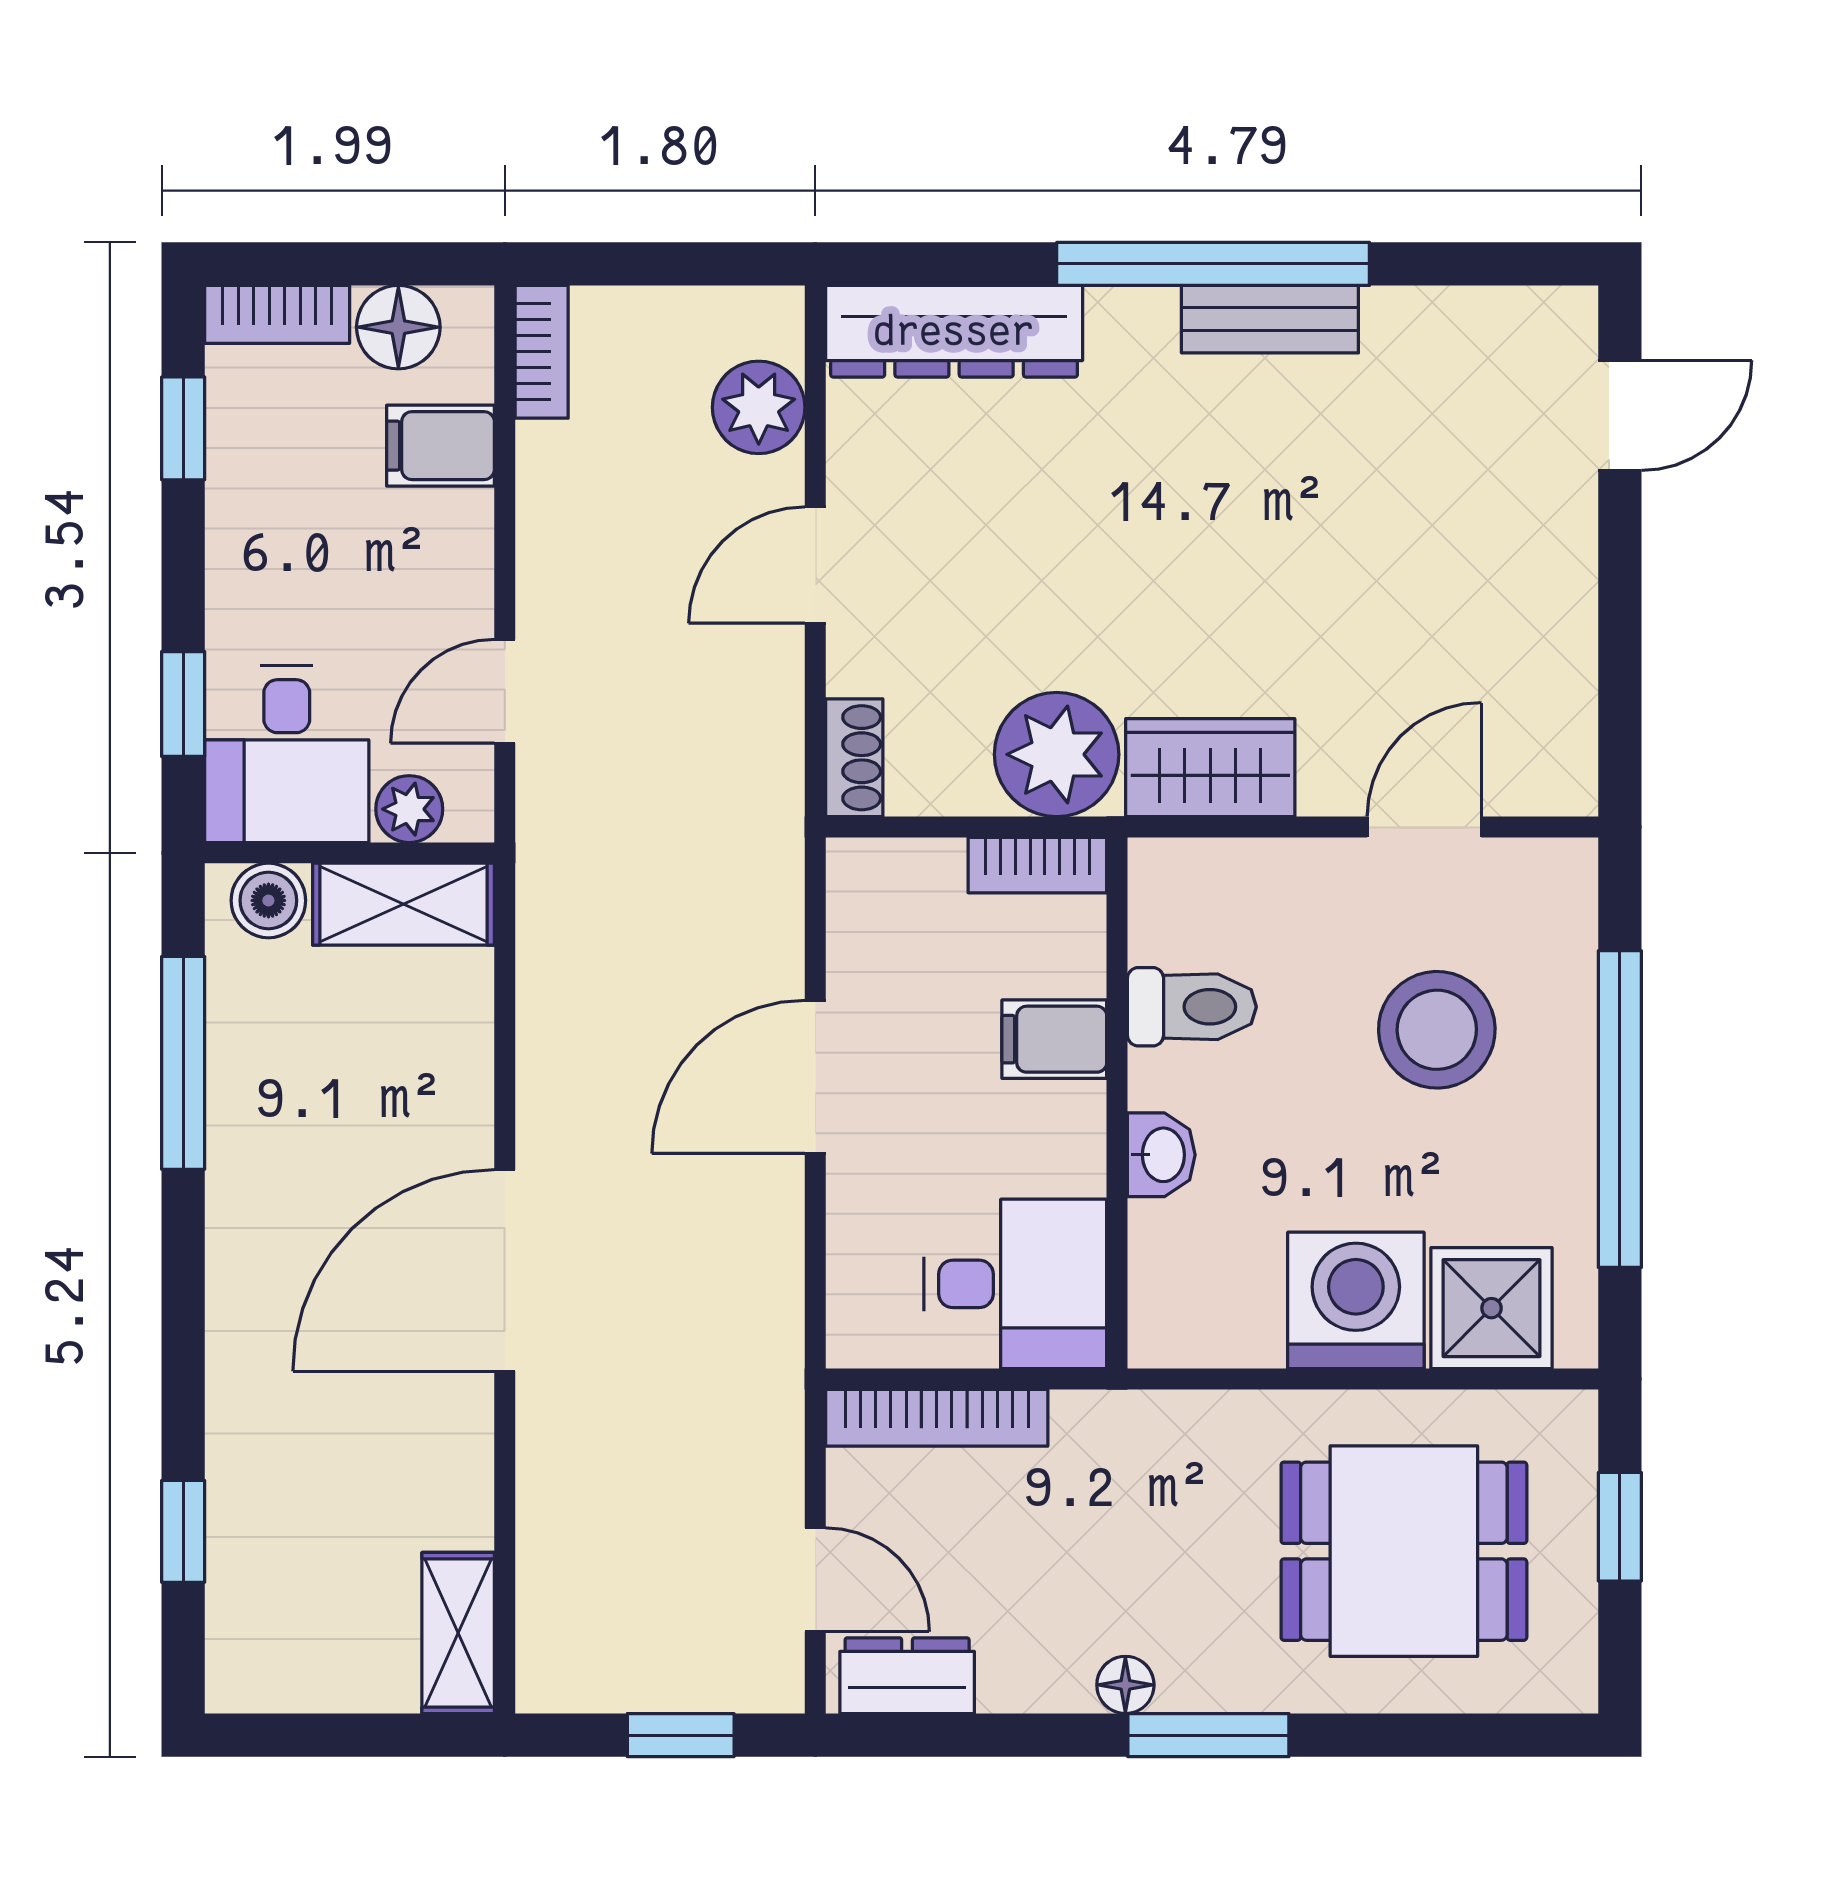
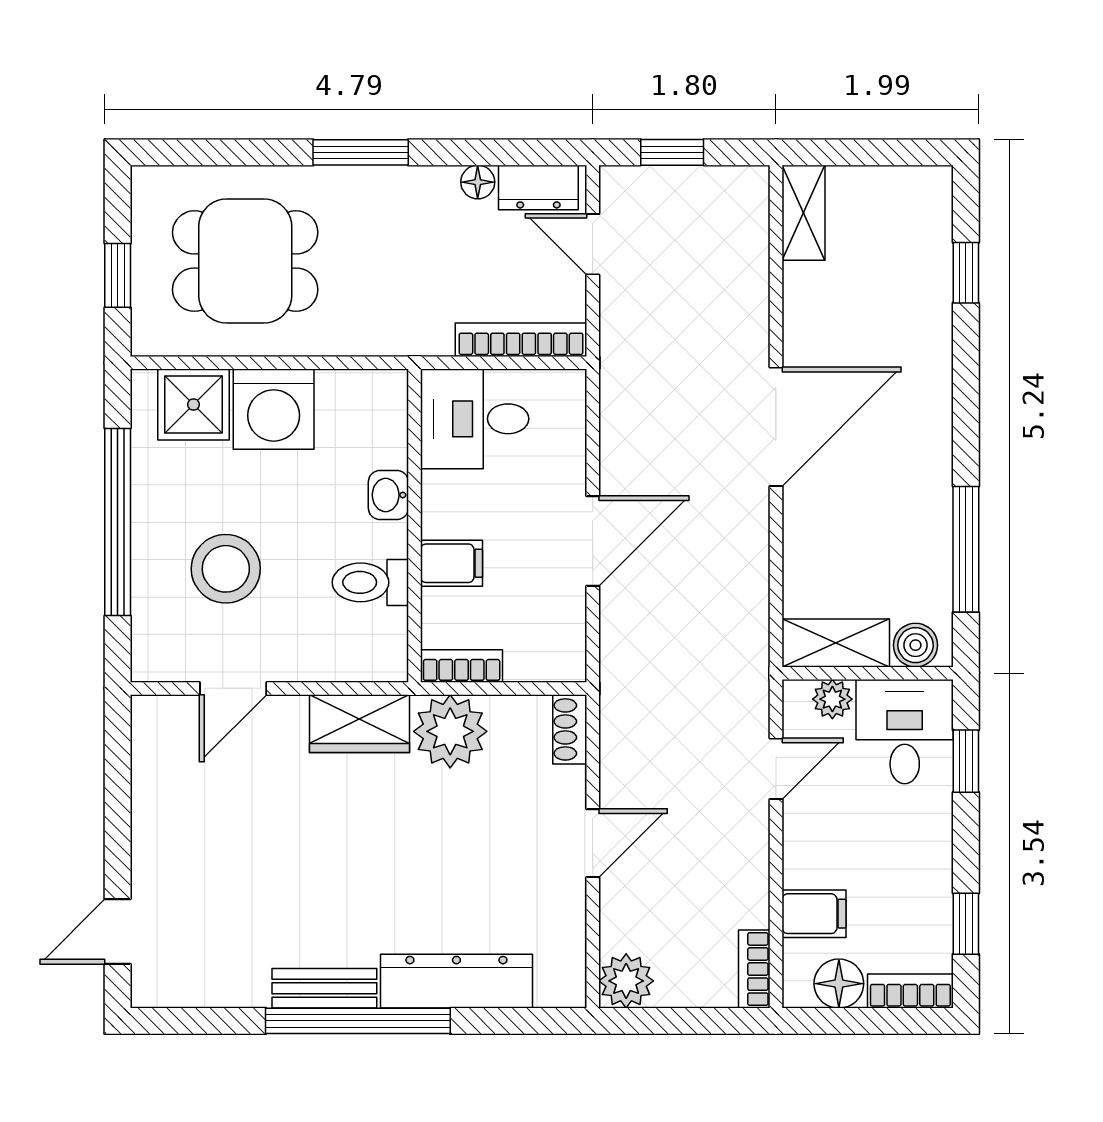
dresser: (954, 331) -> (456, 981), moved
plant: (759, 407) -> (626, 981), moved
floor lamp: (1125, 1685) -> (478, 182), moved

